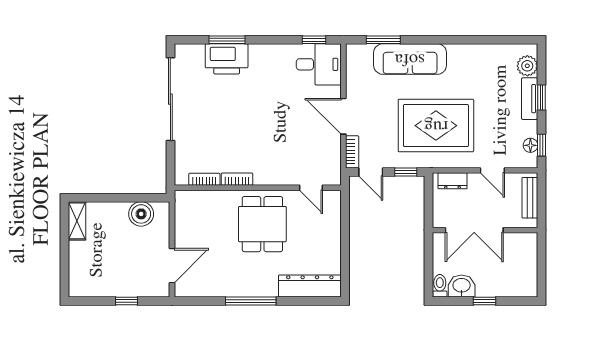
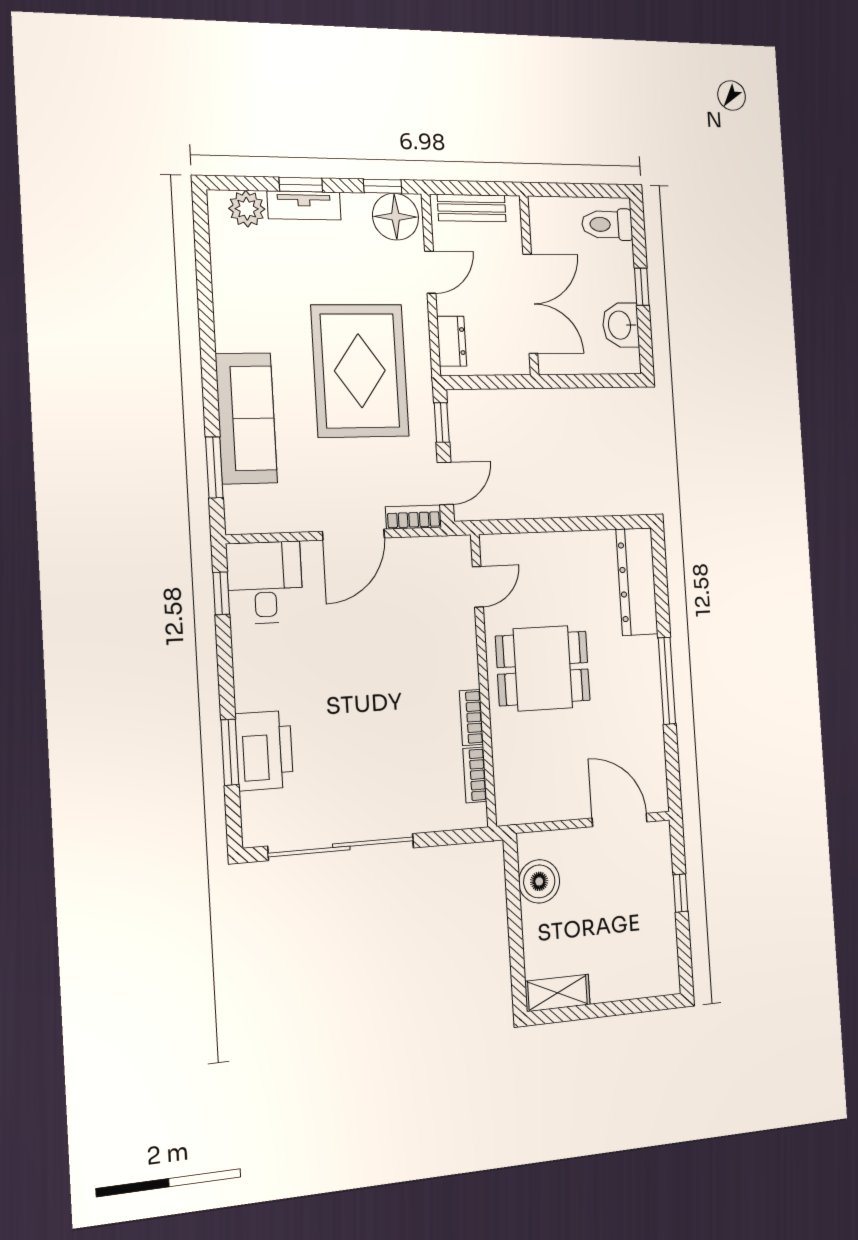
floor lamp: (530, 145) -> (396, 217), width x1.89, depth x1.89
toilet: (440, 286) -> (607, 224), moved, width x1.37, depth x1.39

